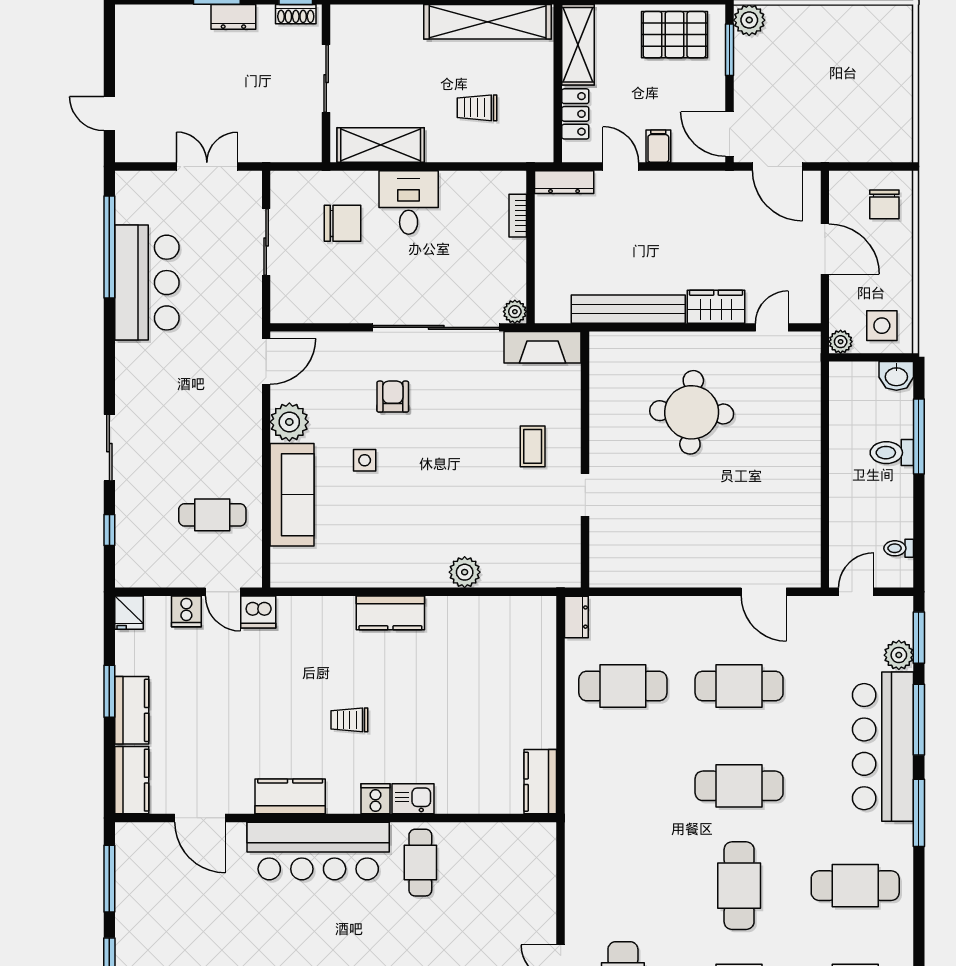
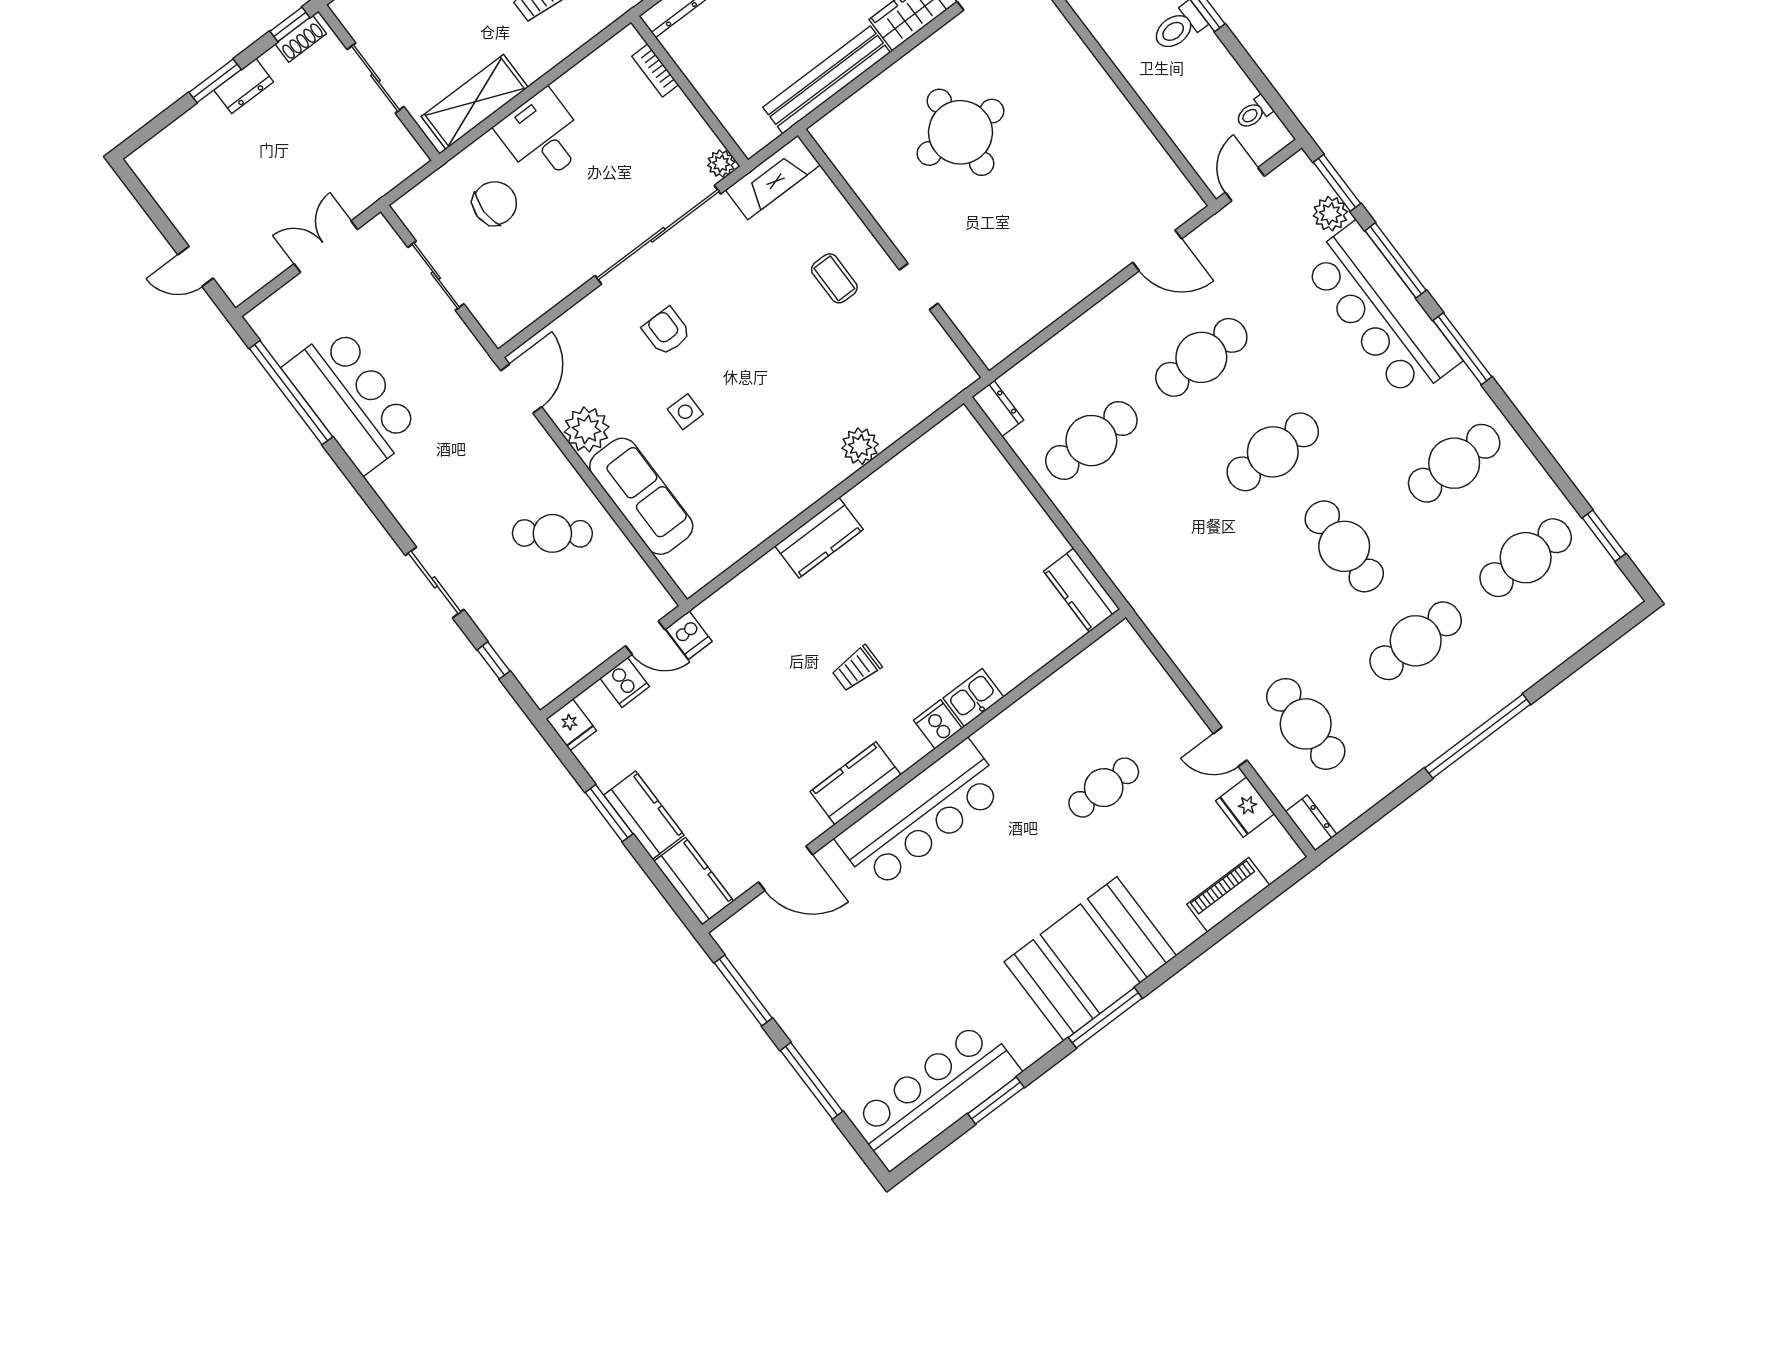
cafe table: (212, 515) -> (552, 533), moved, turned 38
dishwasher: (258, 612) -> (689, 635), width x0.73
cafe table: (420, 863) -> (1104, 788), moved, turned 90

